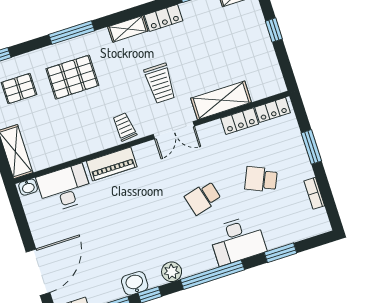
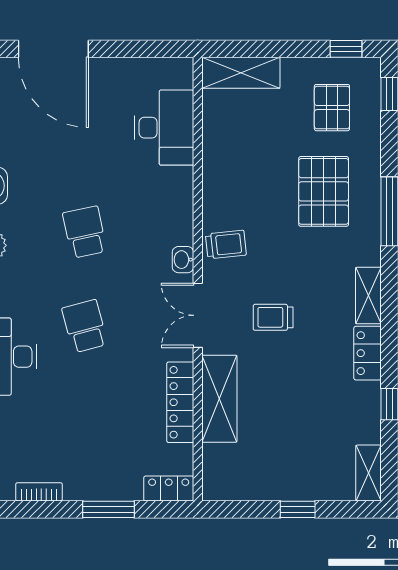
trolley: (160, 83) -> (273, 317), width x0.73, depth x0.72
locker: (273, 110) -> (169, 489), moved, turned 90
locker: (240, 121) -> (180, 402), width x1.53
piano: (112, 164) -> (178, 208), removed
school desk: (261, 179) -> (85, 232), moved, turned -36
washbasin: (28, 187) -> (183, 260), moved

